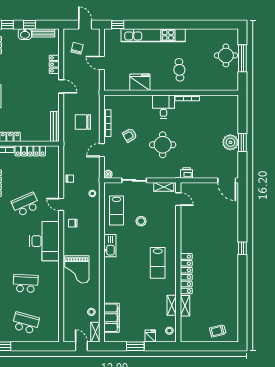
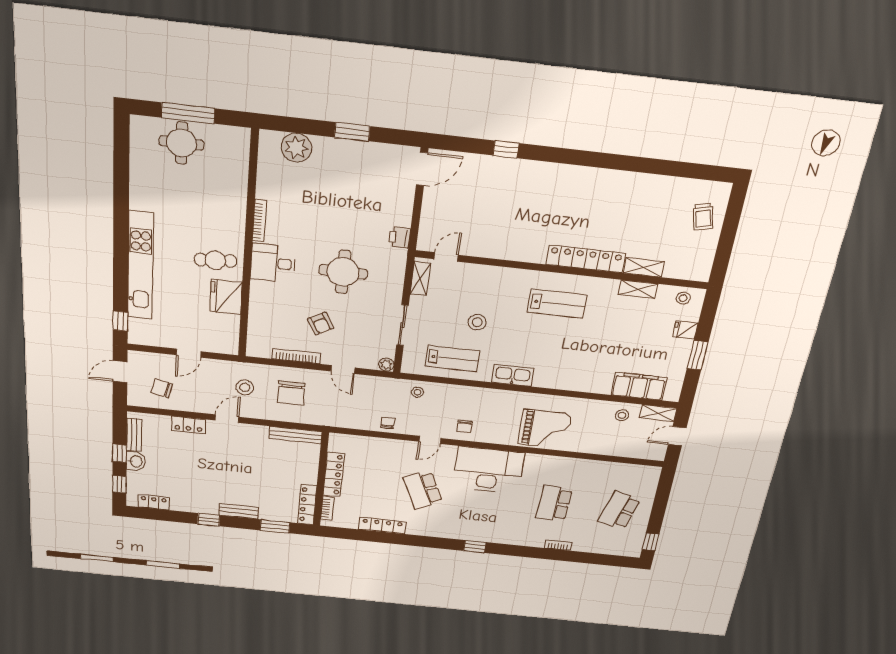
cafe table: (179, 70) -> (215, 260), moved
stool: (83, 95) -> (245, 387), added
plant: (230, 142) -> (296, 148), moved
window: (242, 248) -> (506, 149), moved

